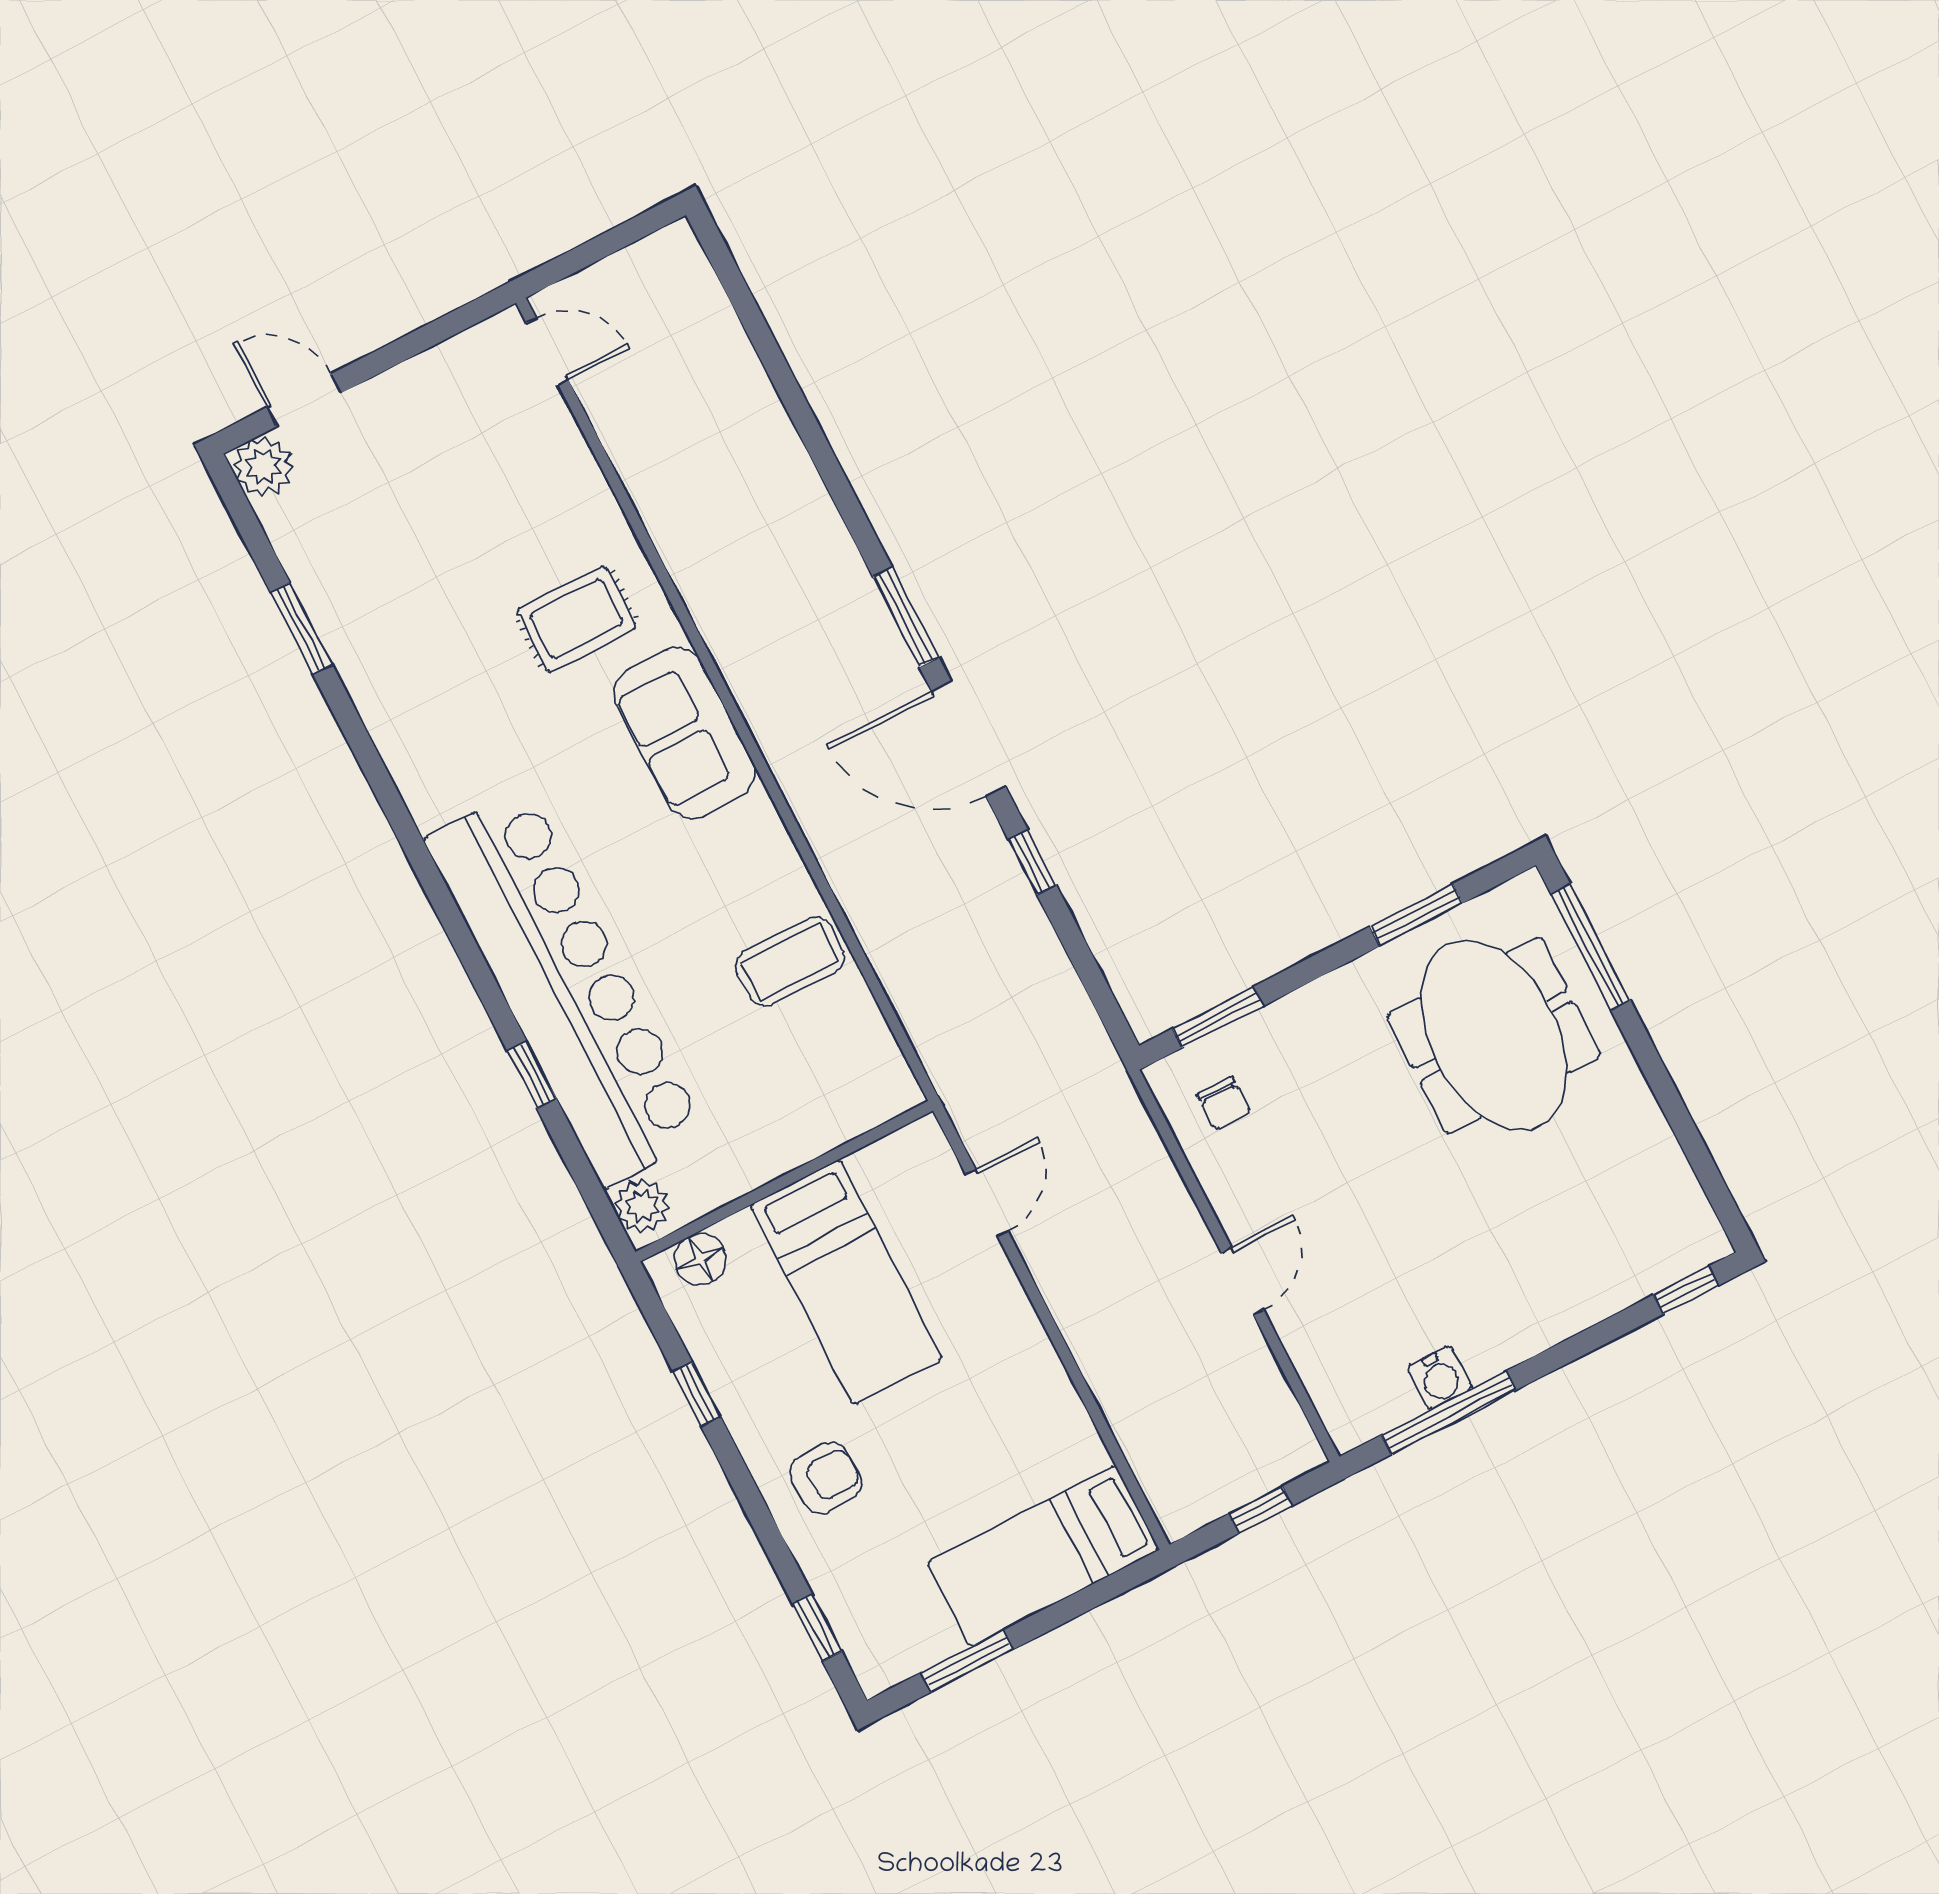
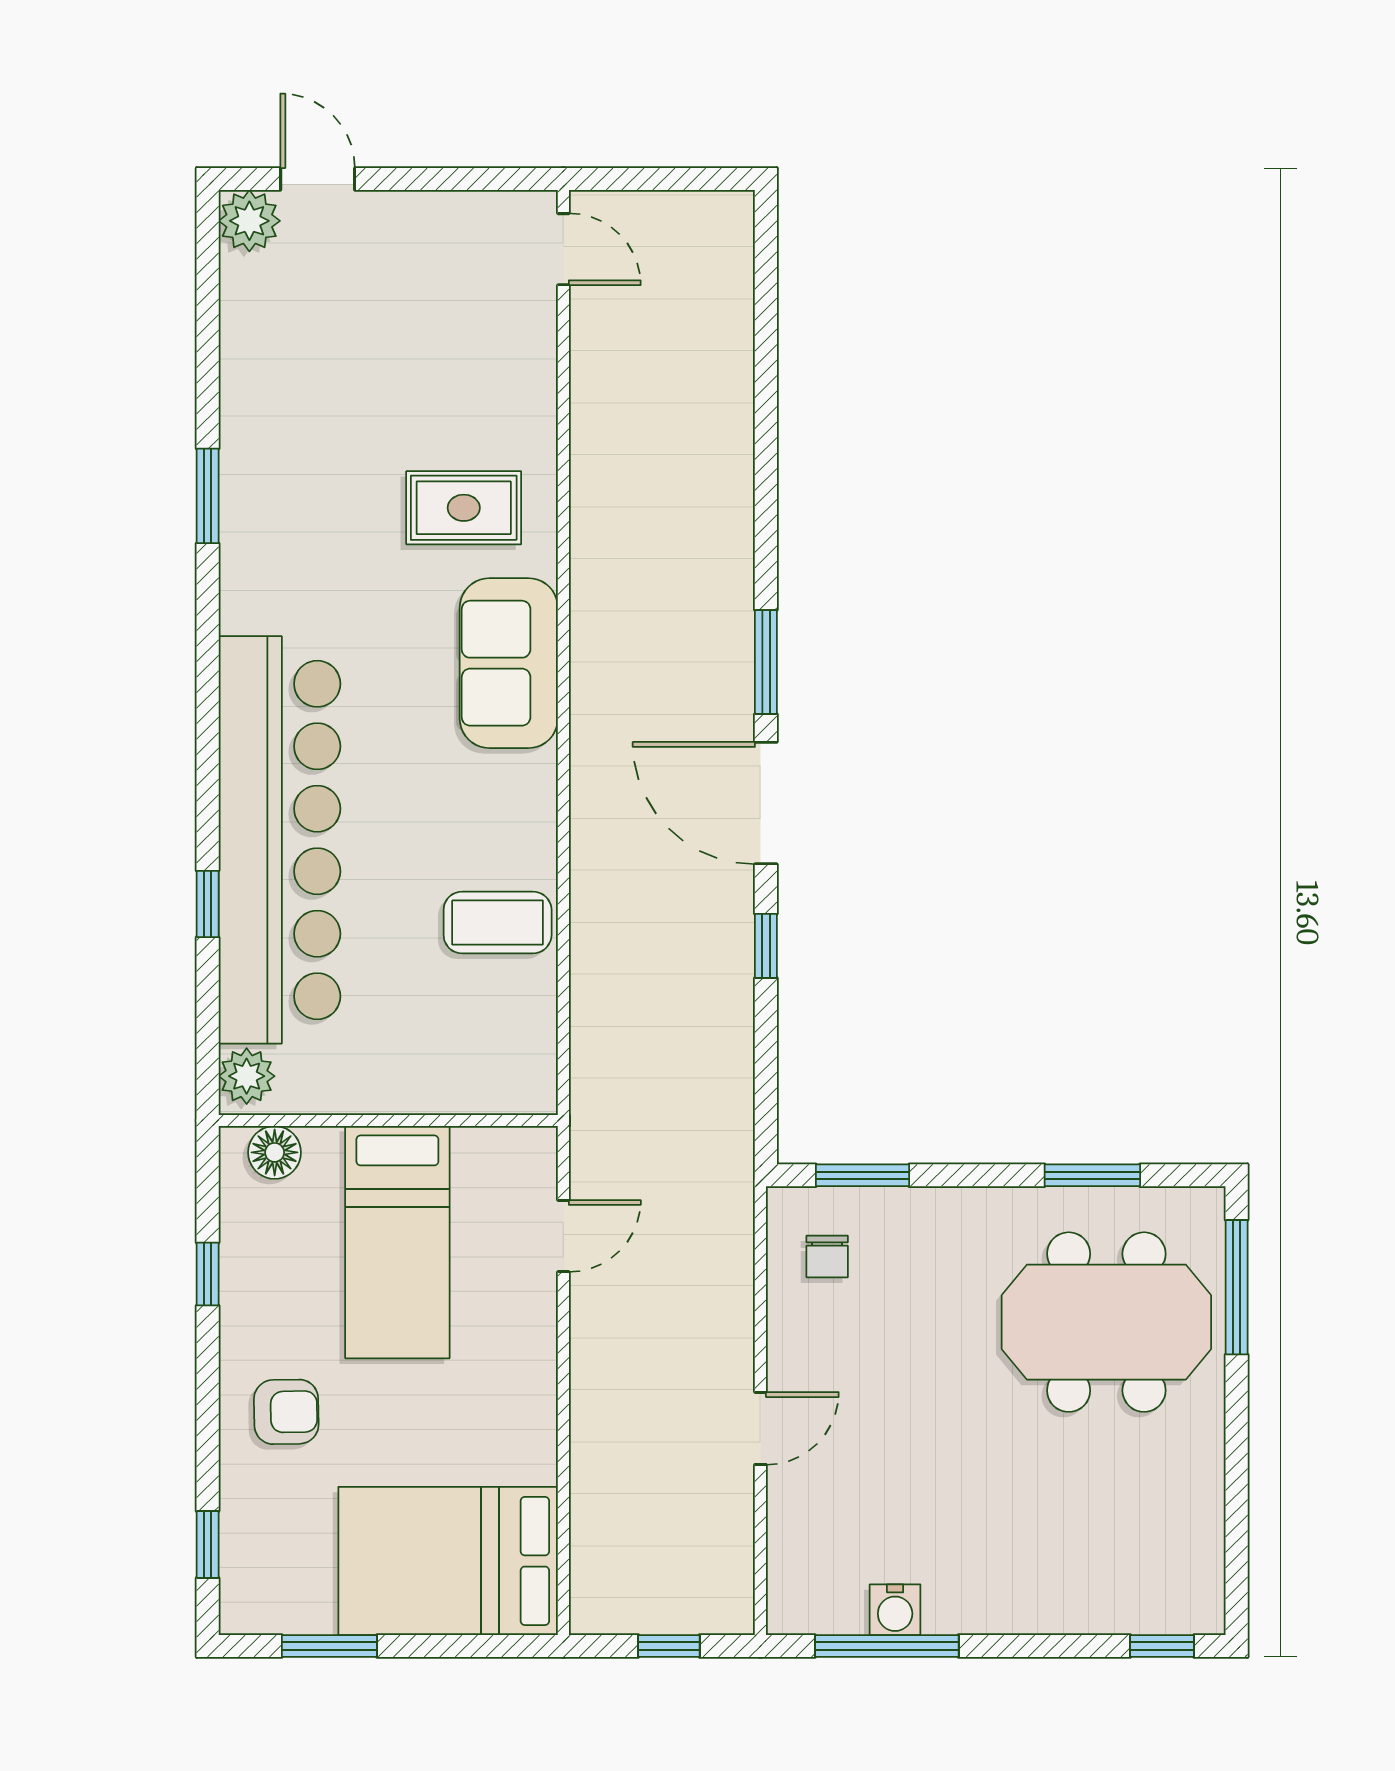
window: (301, 629) -> (208, 496), moved
meeting table: (1494, 1035) -> (1106, 1322), turned 90
bed: (1043, 1556) -> (448, 1561), width x1.50

